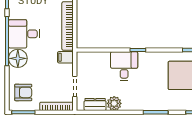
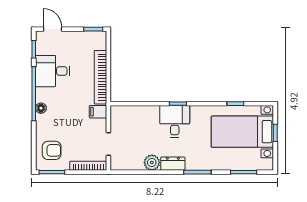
desk: (24, 34) -> (53, 71), moved
floor lamp: (18, 58) -> (41, 108), width x0.53, depth x0.53
desk: (124, 66) -> (175, 121), moved
dresser: (95, 104) -> (173, 164), moved

